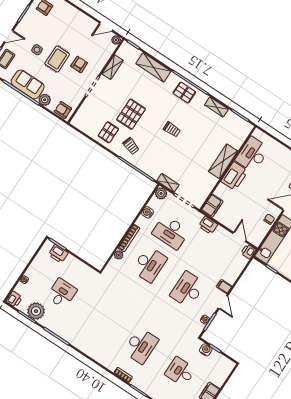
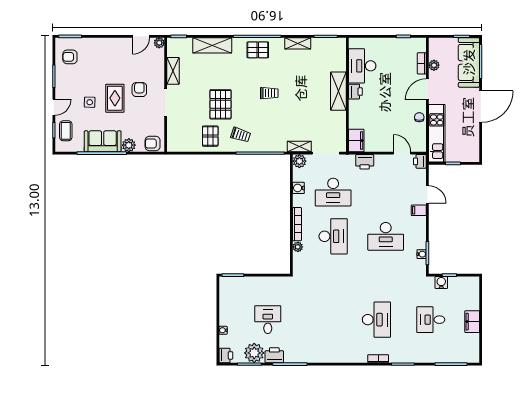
printer: (234, 176) -> (355, 92), width x0.53, depth x0.68
printer: (58, 254) -> (274, 355), moved, turned 180
desk: (188, 290) -> (386, 236), turned -90
door: (223, 302) -> (427, 194), moved

